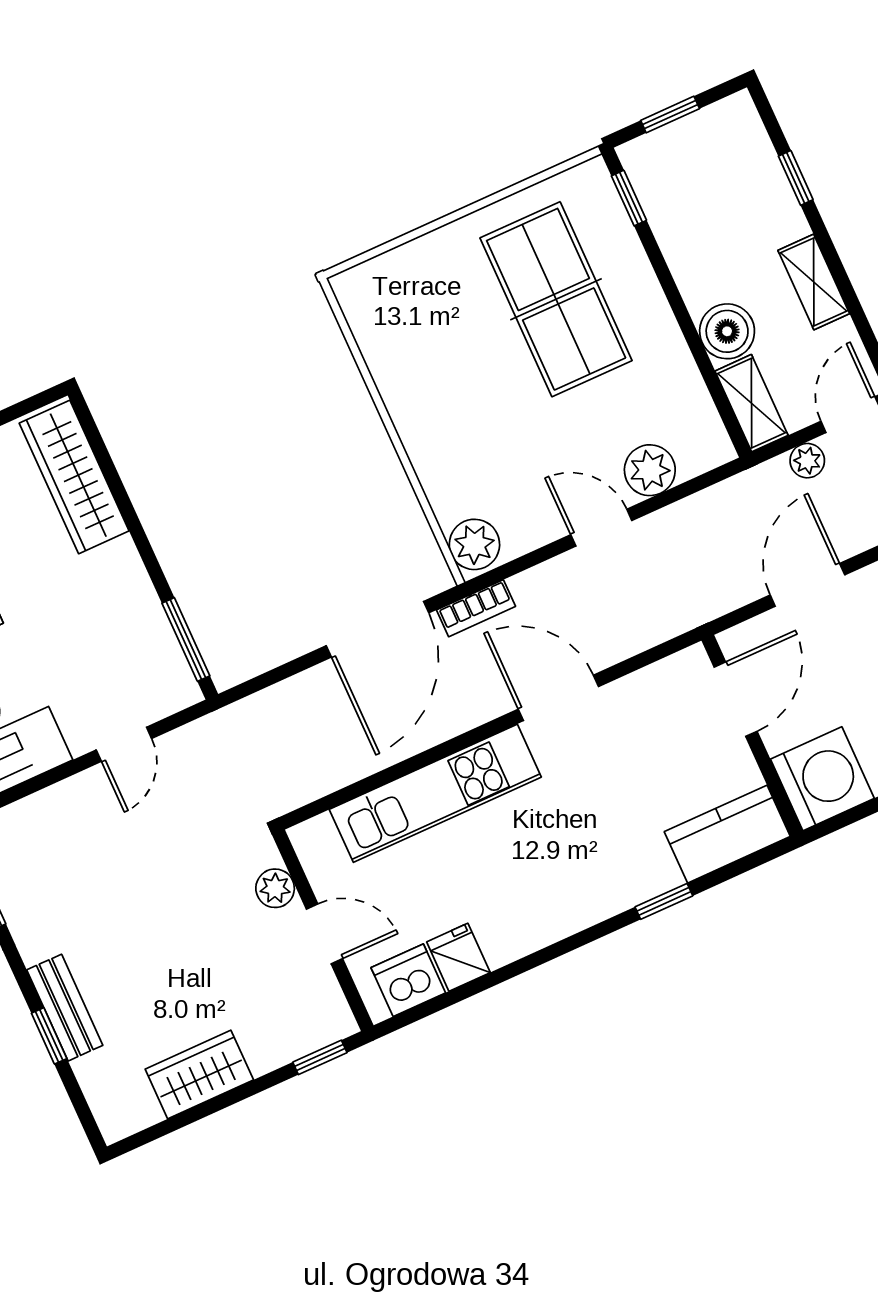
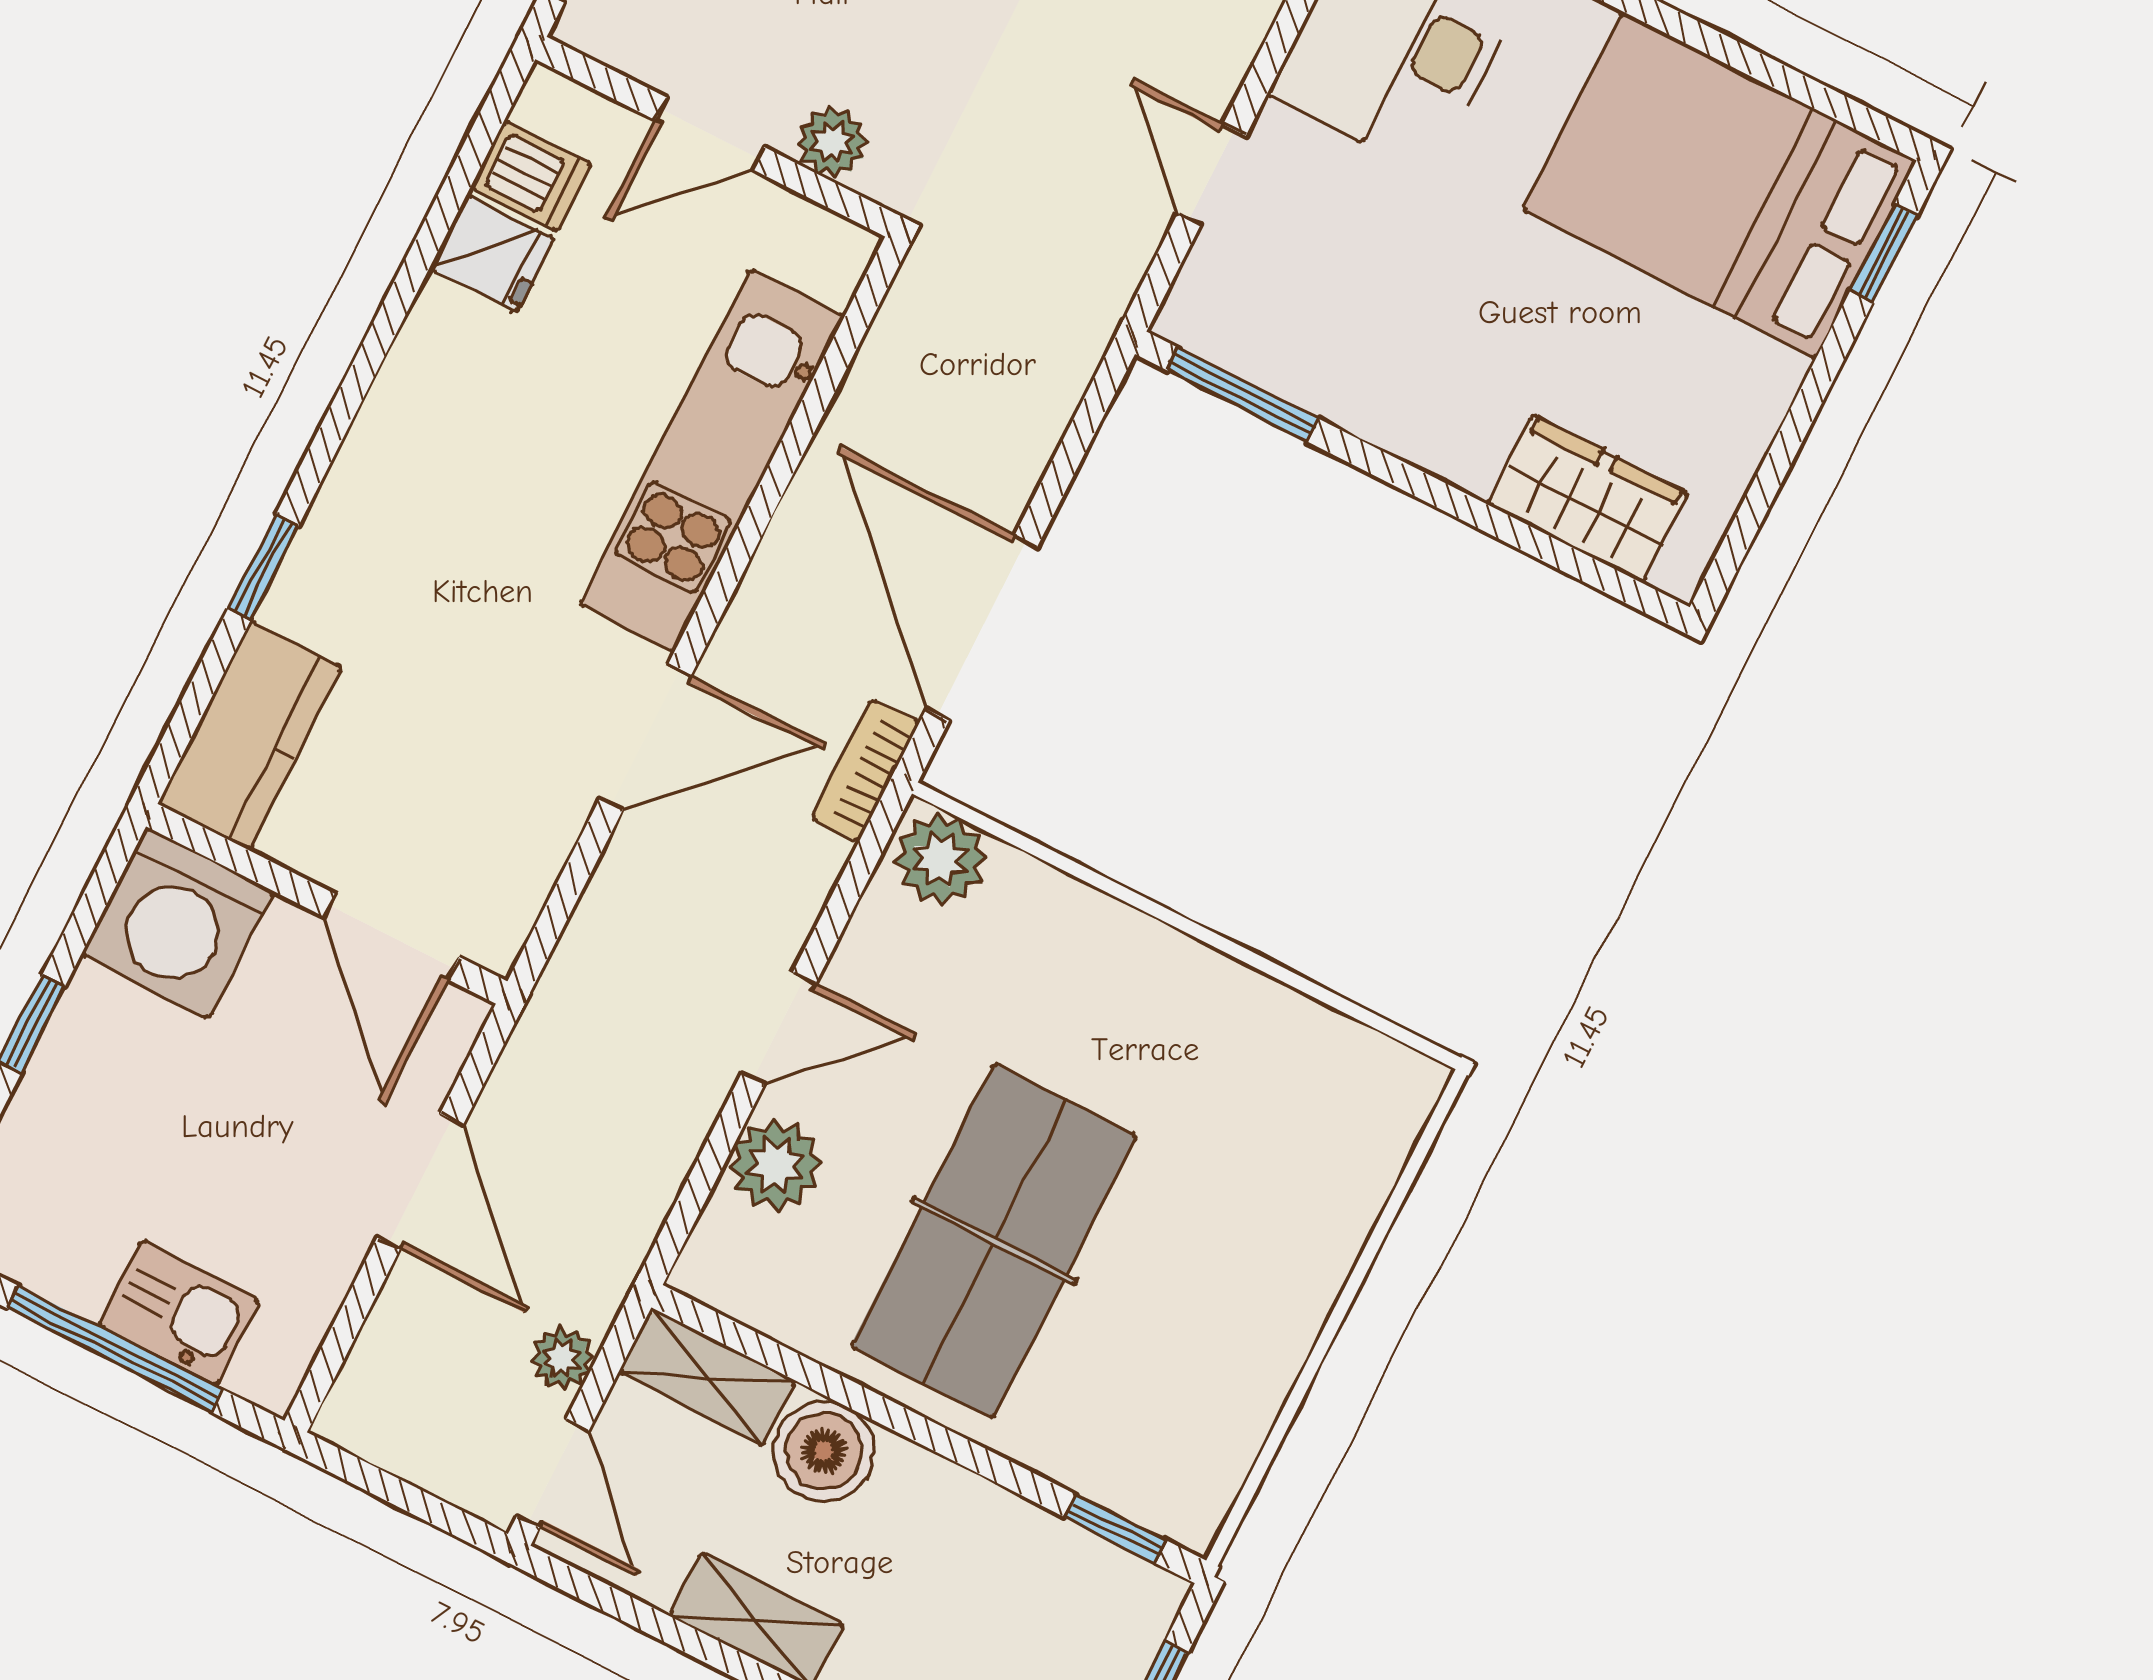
table tennis table: (556, 299) -> (994, 1241), moved, turned 90
wardrobe: (74, 477) -> (1587, 499), width x0.67
dishwasher: (408, 980) -> (531, 176), width x0.73

